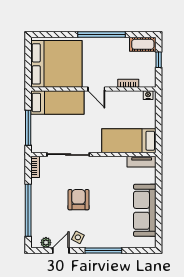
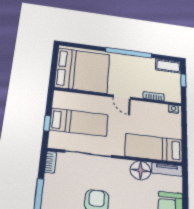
bed: (57, 103) -> (79, 122), moved
window: (28, 128) -> (47, 123), width x0.46
floor lamp: (117, 166) -> (140, 170), added

